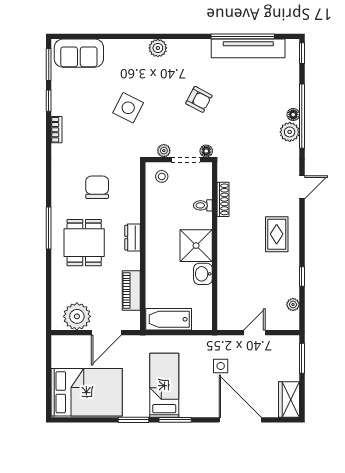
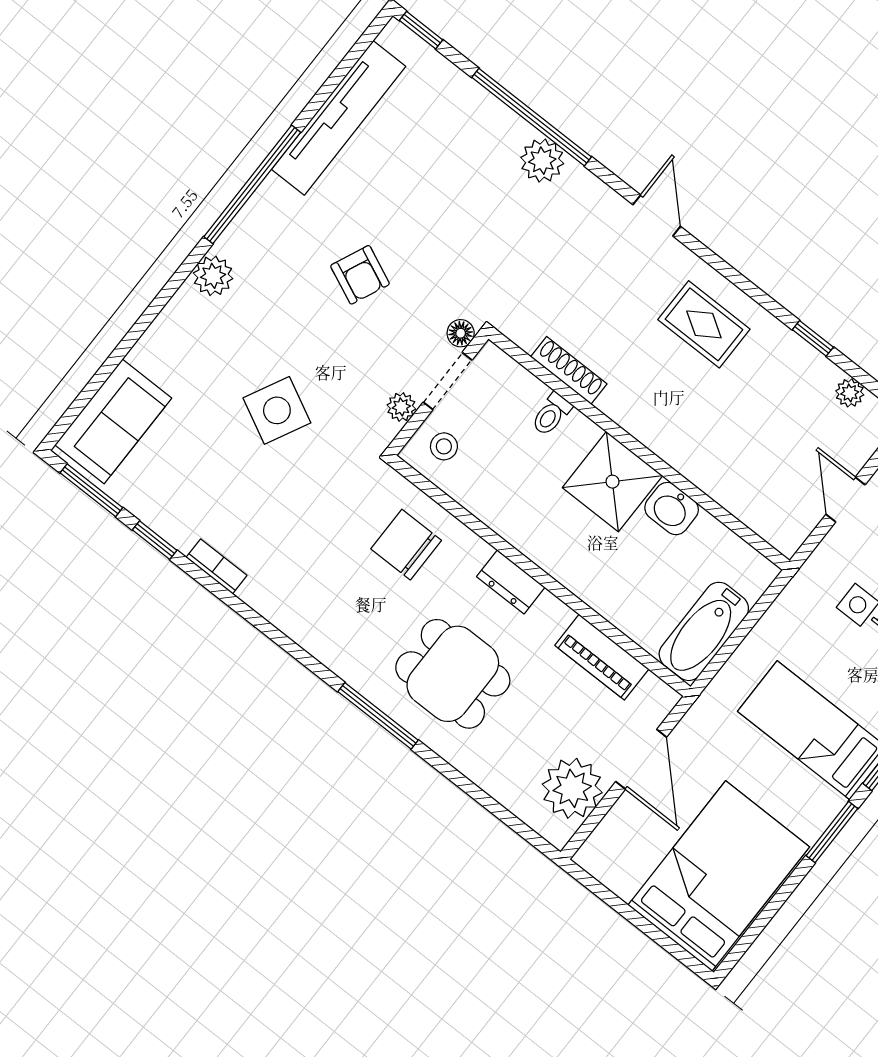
window: (243, 36) -> (252, 184), moved
armchair: (199, 99) -> (360, 275), turned 86
floor lamp: (293, 115) -> (517, 130), removed
chair: (97, 187) -> (406, 545), moved

